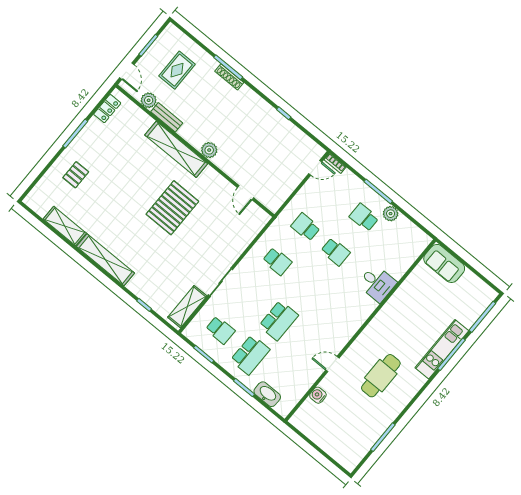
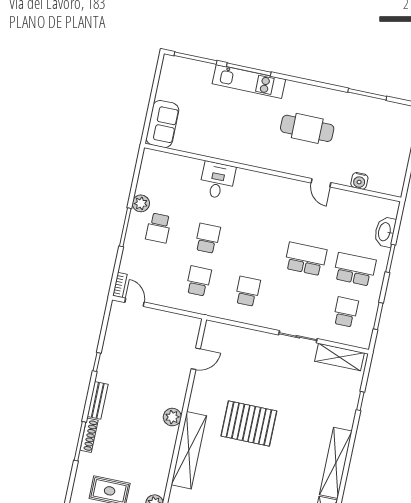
bench: (167, 117) -> (98, 400), moved
school desk: (306, 227) -> (199, 281), turned 180

